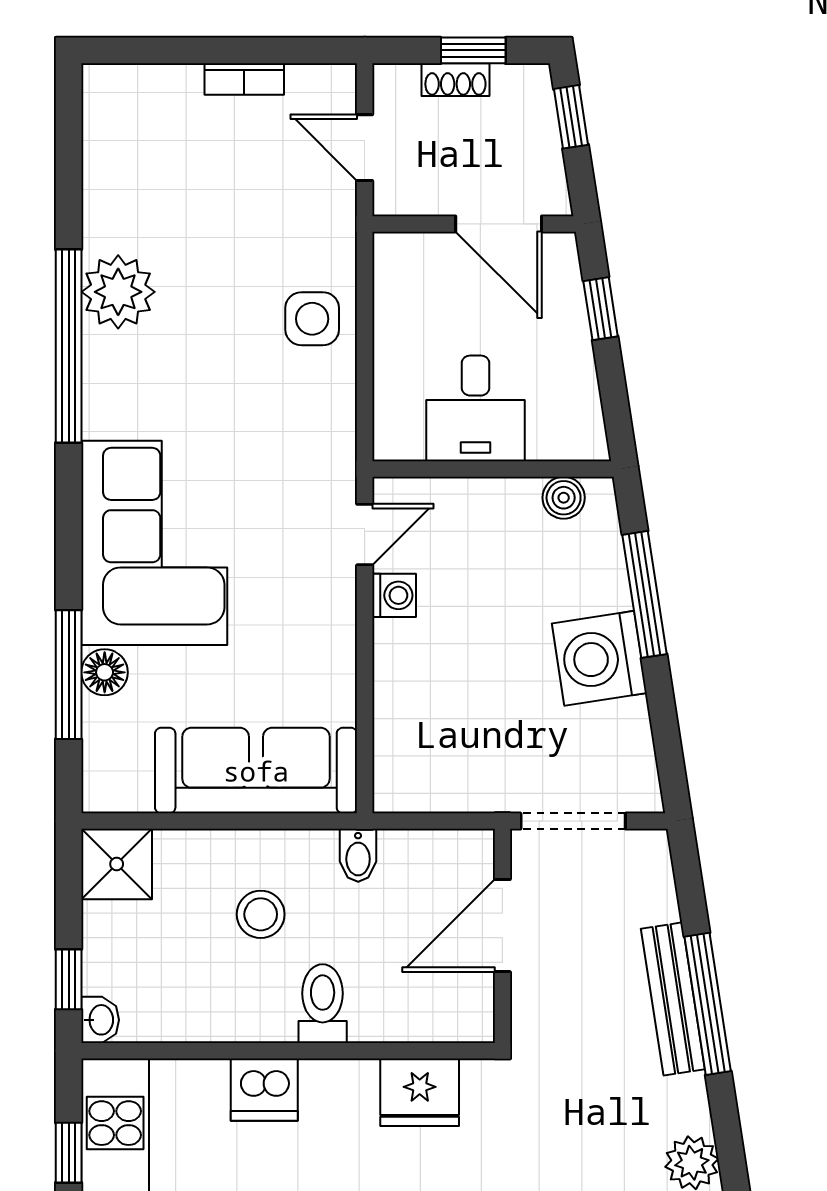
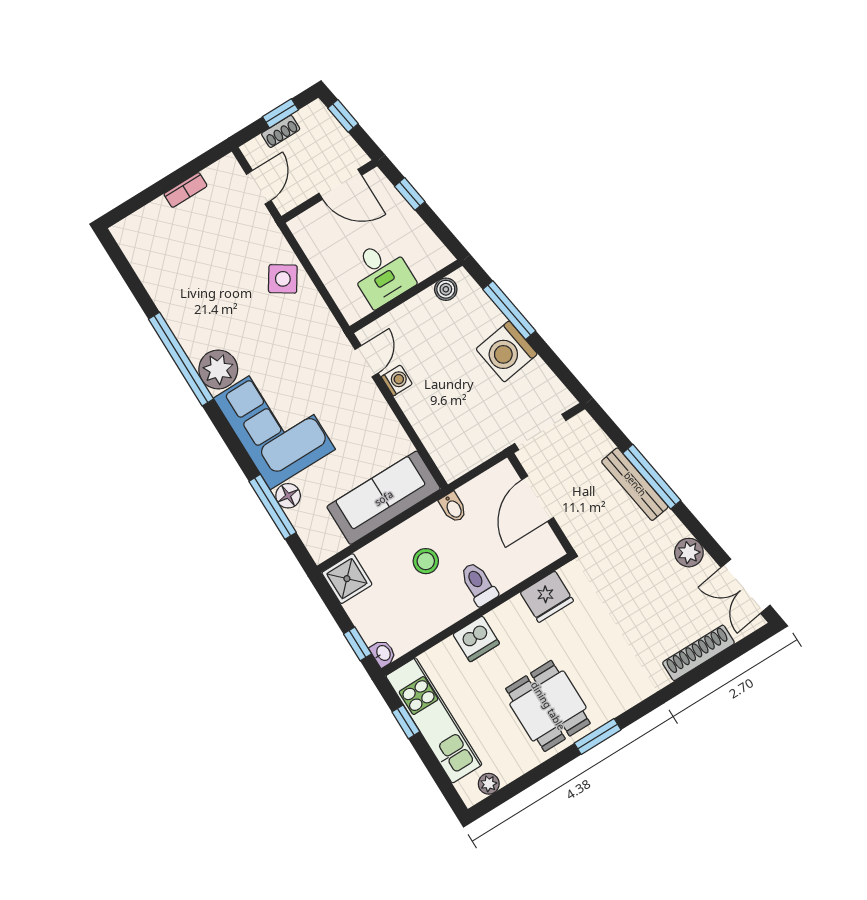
door: (365, 148) -> (259, 187), swing flipped
plant: (118, 292) -> (218, 369), moved
side table: (312, 319) -> (283, 279), turned 33

